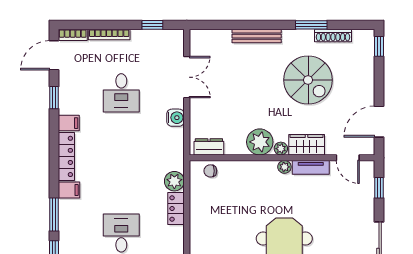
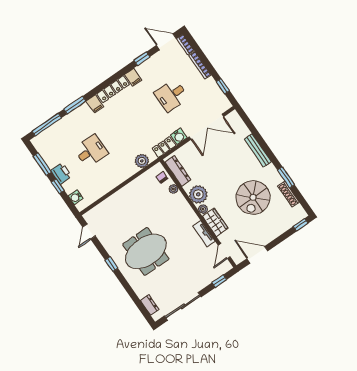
double door: (187, 77) -> (207, 127), width x1.37
dresser: (209, 147) -> (178, 171), width x1.44
plant: (284, 167) -> (173, 189), moved
locker: (176, 209) -> (164, 147), moved

